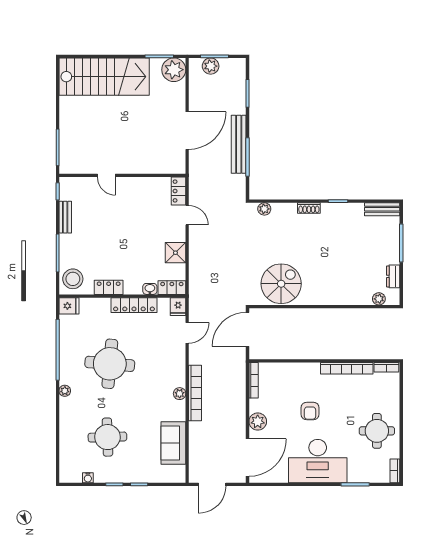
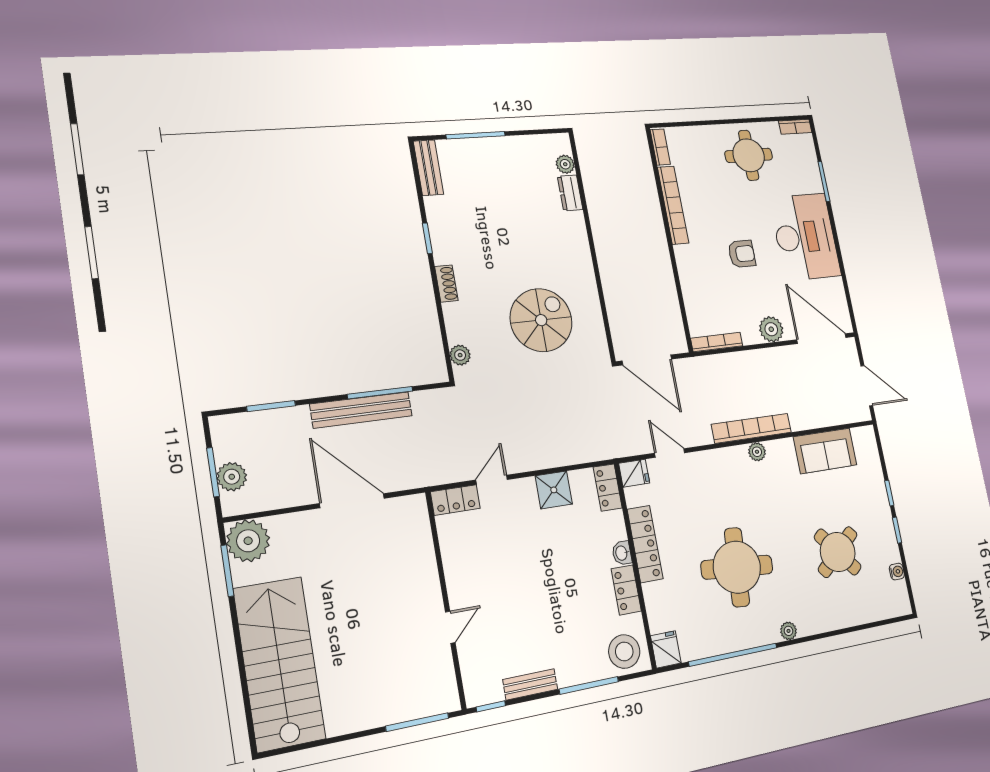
dresser: (393, 276) -> (570, 193), moved, turned 90
spiral stairs: (281, 284) -> (541, 320), moved, turned 90
washbasin: (150, 289) -> (622, 553), moved
round table: (107, 437) -> (838, 552), turned -38

